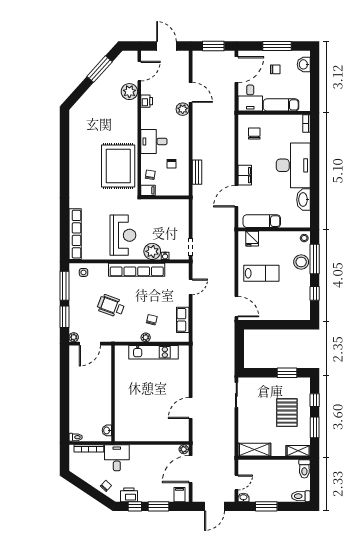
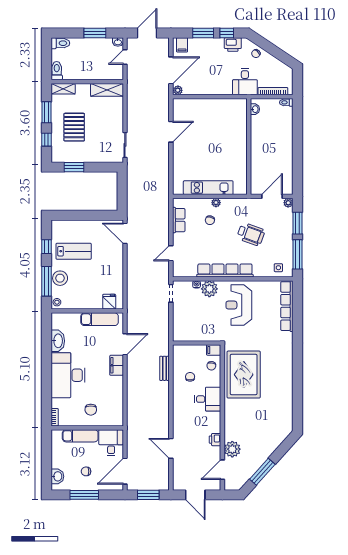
plant: (183, 109) -> (179, 432), removed
chair: (254, 134) -> (91, 410), moved
lab bench: (261, 273) -> (74, 251), moved, turned 180

